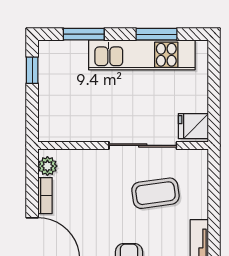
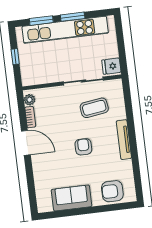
window: (156, 34) -> (73, 17), moved
kitchen unit: (142, 55) -> (65, 30), width x1.36
window: (32, 70) -> (15, 57), moved

